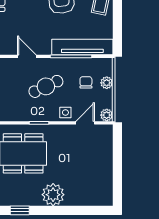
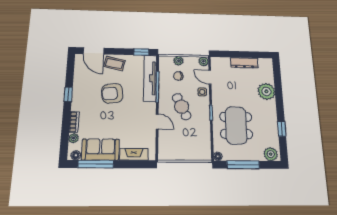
window: (117, 35) -> (141, 52), added
door: (27, 56) -> (157, 122), swing flipped
dresser: (106, 168) -> (244, 63), added
plant: (53, 195) -> (266, 91), moved

